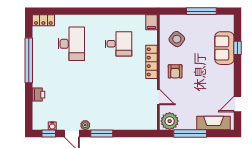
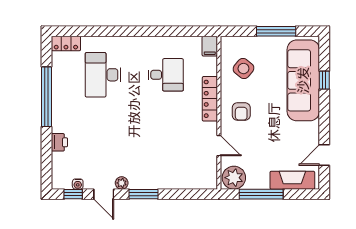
desk: (71, 44) -> (103, 75), turned 180
sofa: (224, 48) -> (303, 80), width x1.85, depth x1.27

